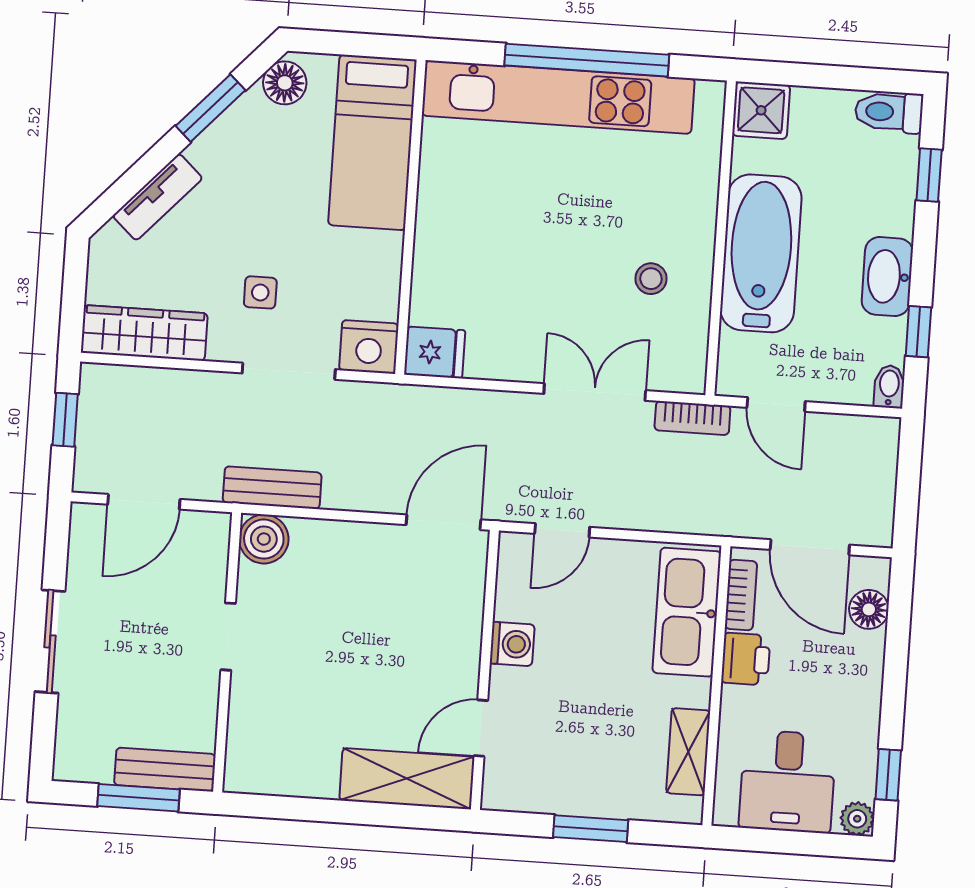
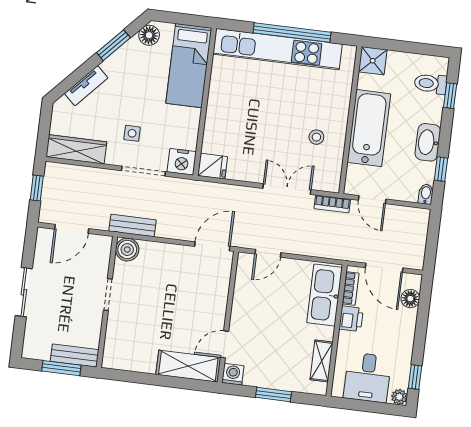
toilet: (889, 112) -> (431, 84), moved
washing machine: (512, 644) -> (233, 374), moved, turned -90

